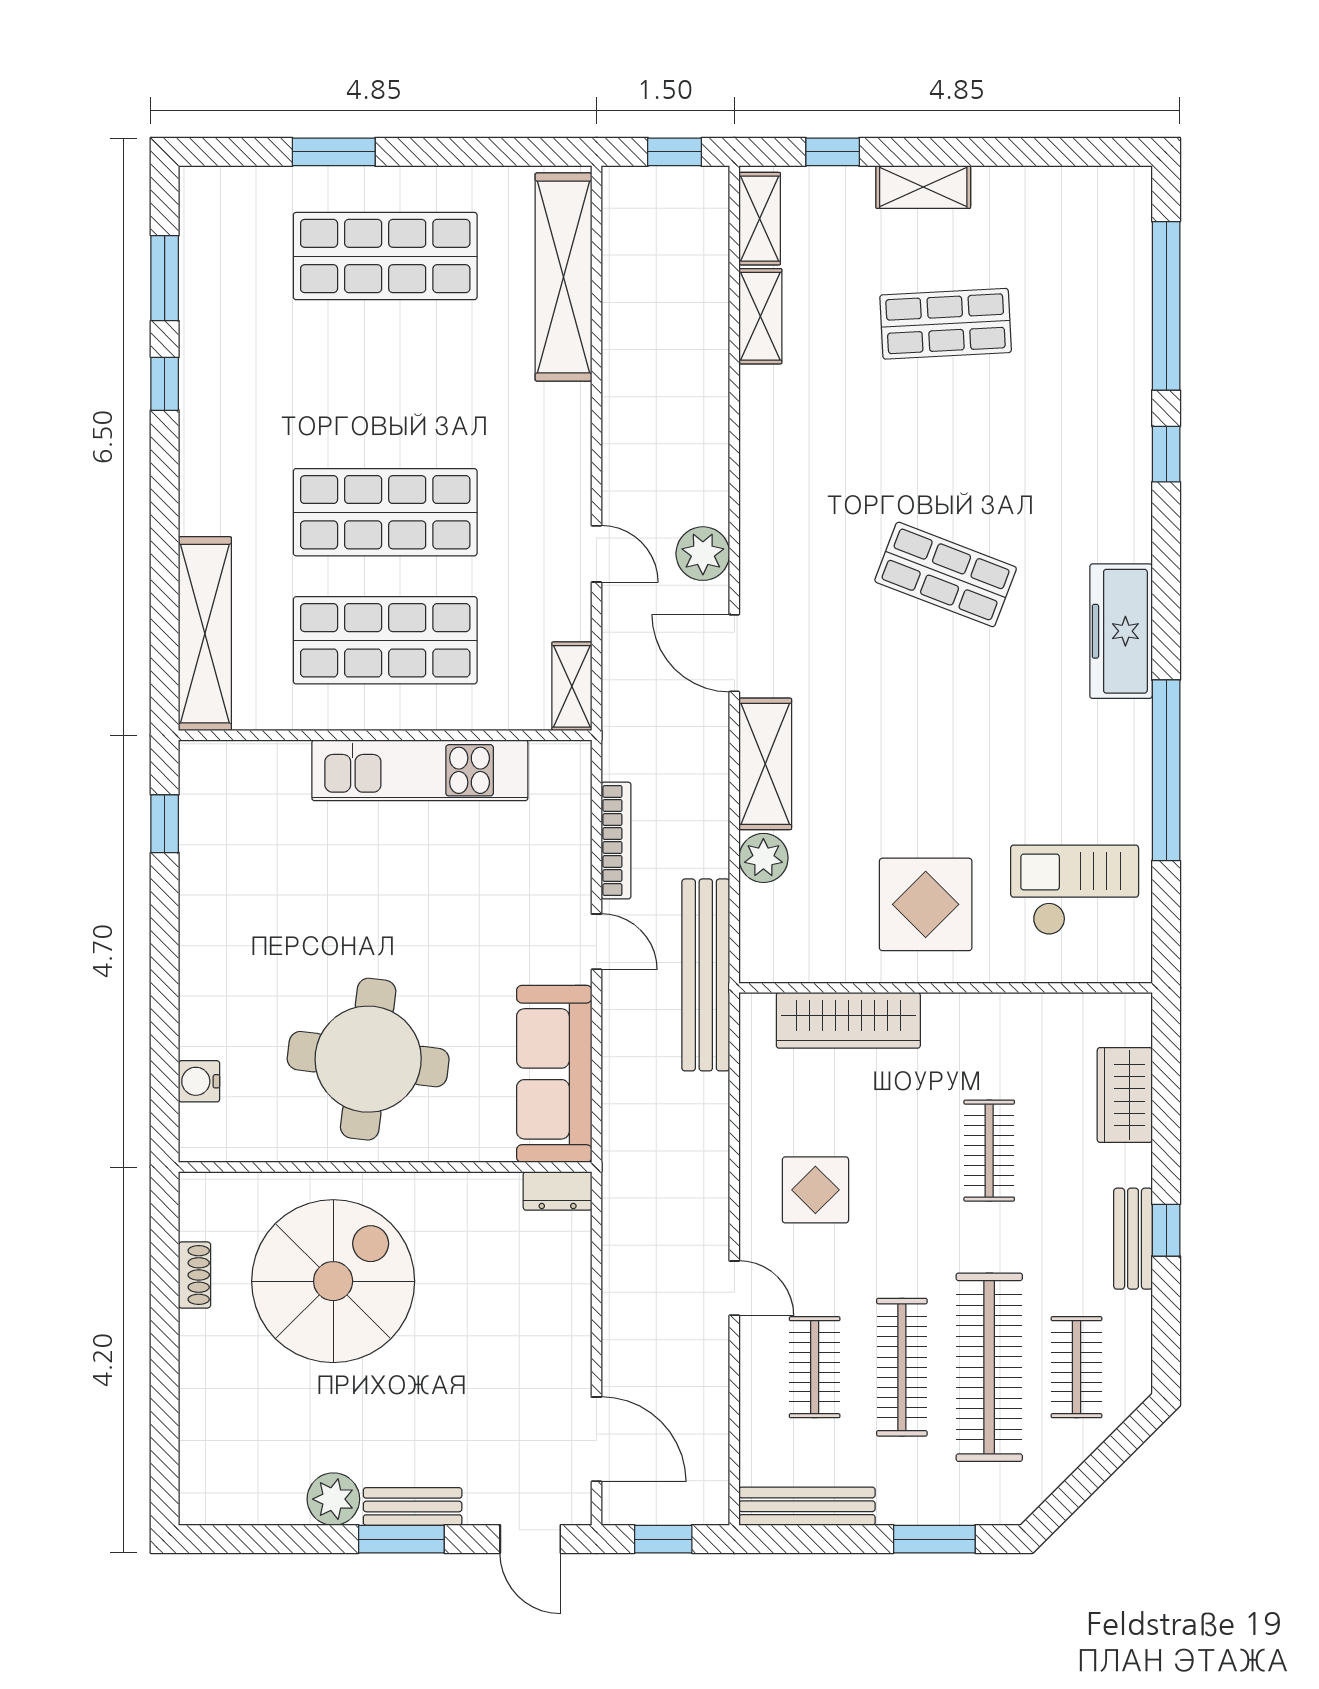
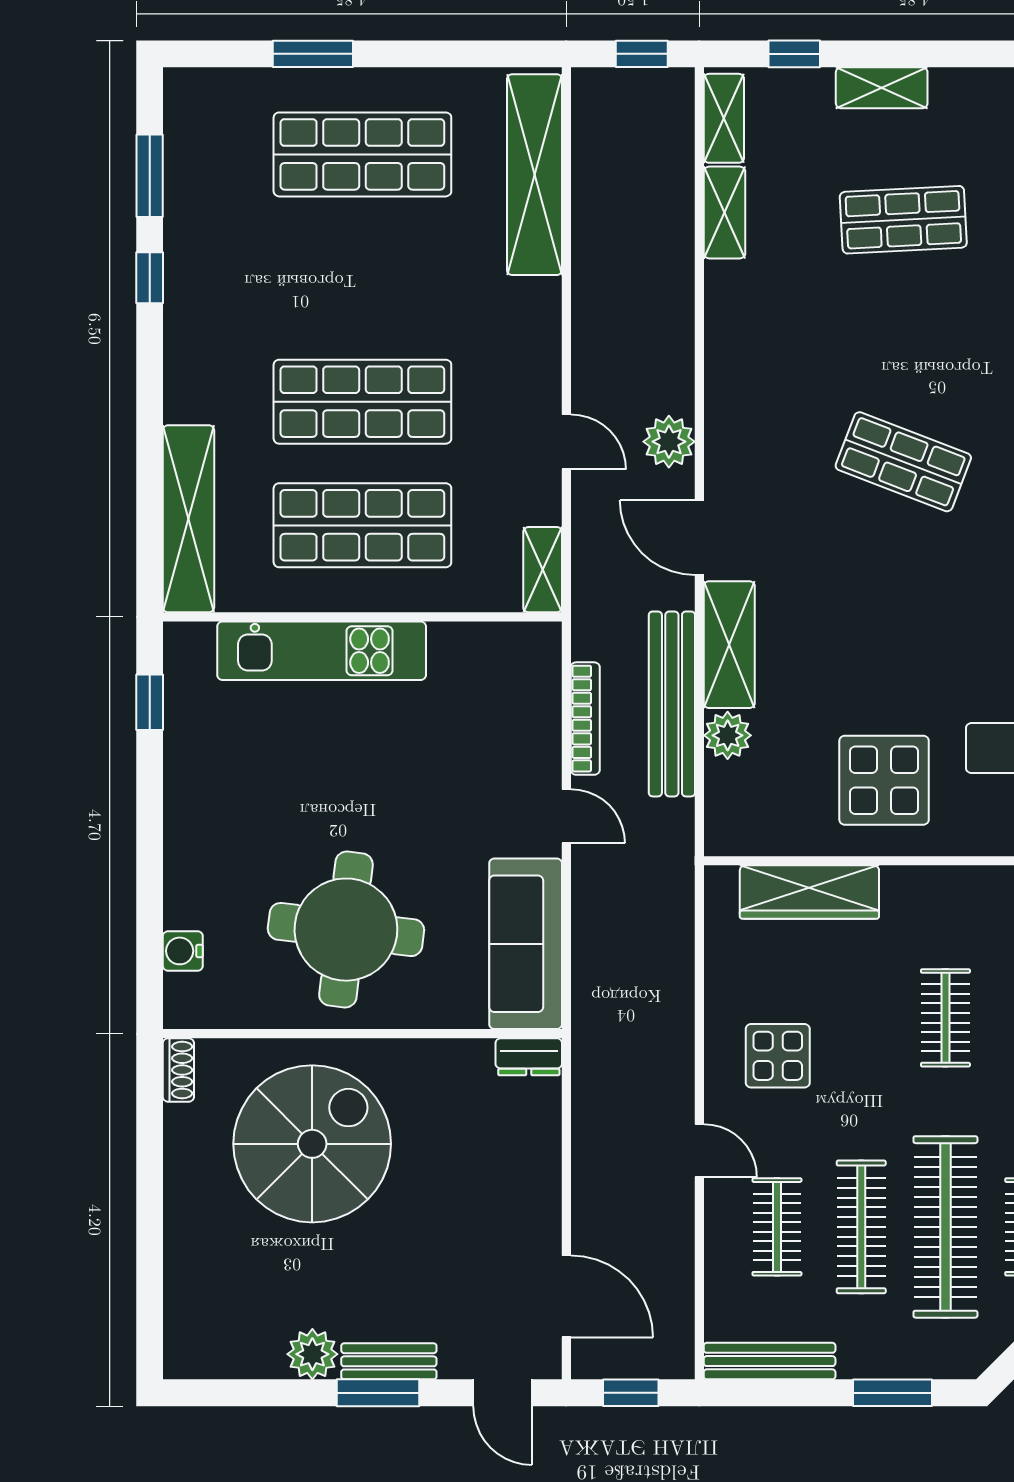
kitchen unit: (420, 770) -> (322, 651), moved
bench: (706, 975) -> (672, 704), moved
shoe rack: (195, 1275) -> (178, 1070), moved

